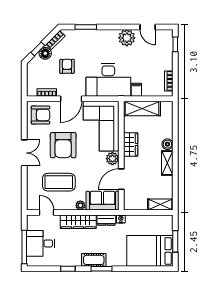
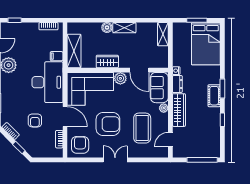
floor lamp: (45, 53) -> (23, 141), removed
armchair: (67, 66) -> (35, 120), turned -90
desk: (41, 243) -> (199, 145), removed

